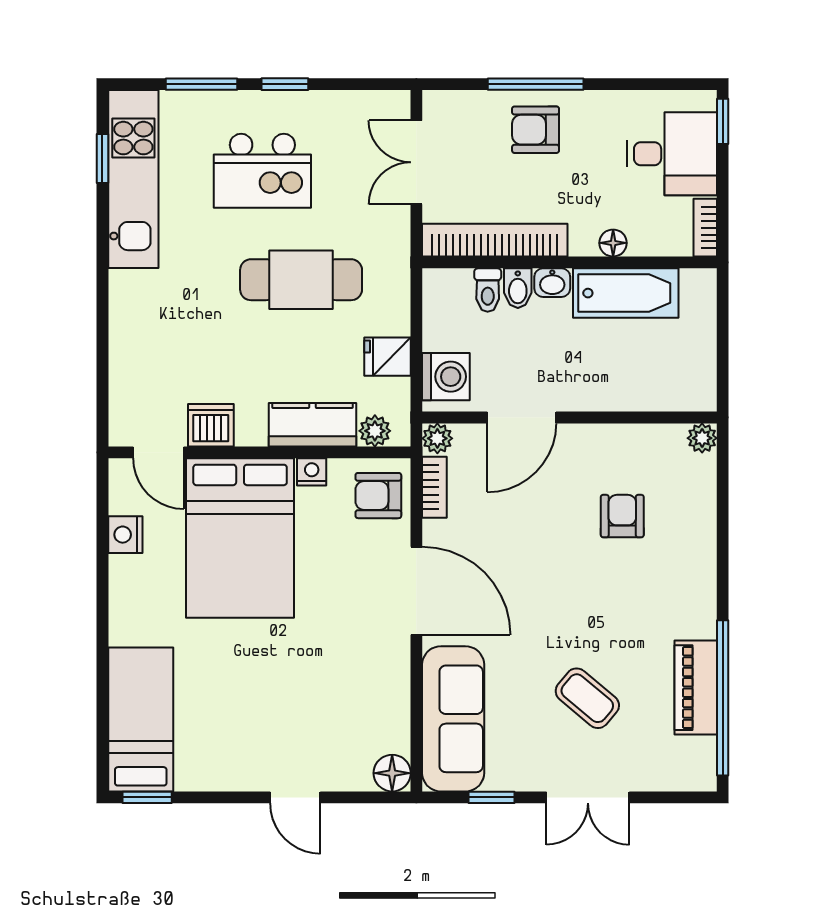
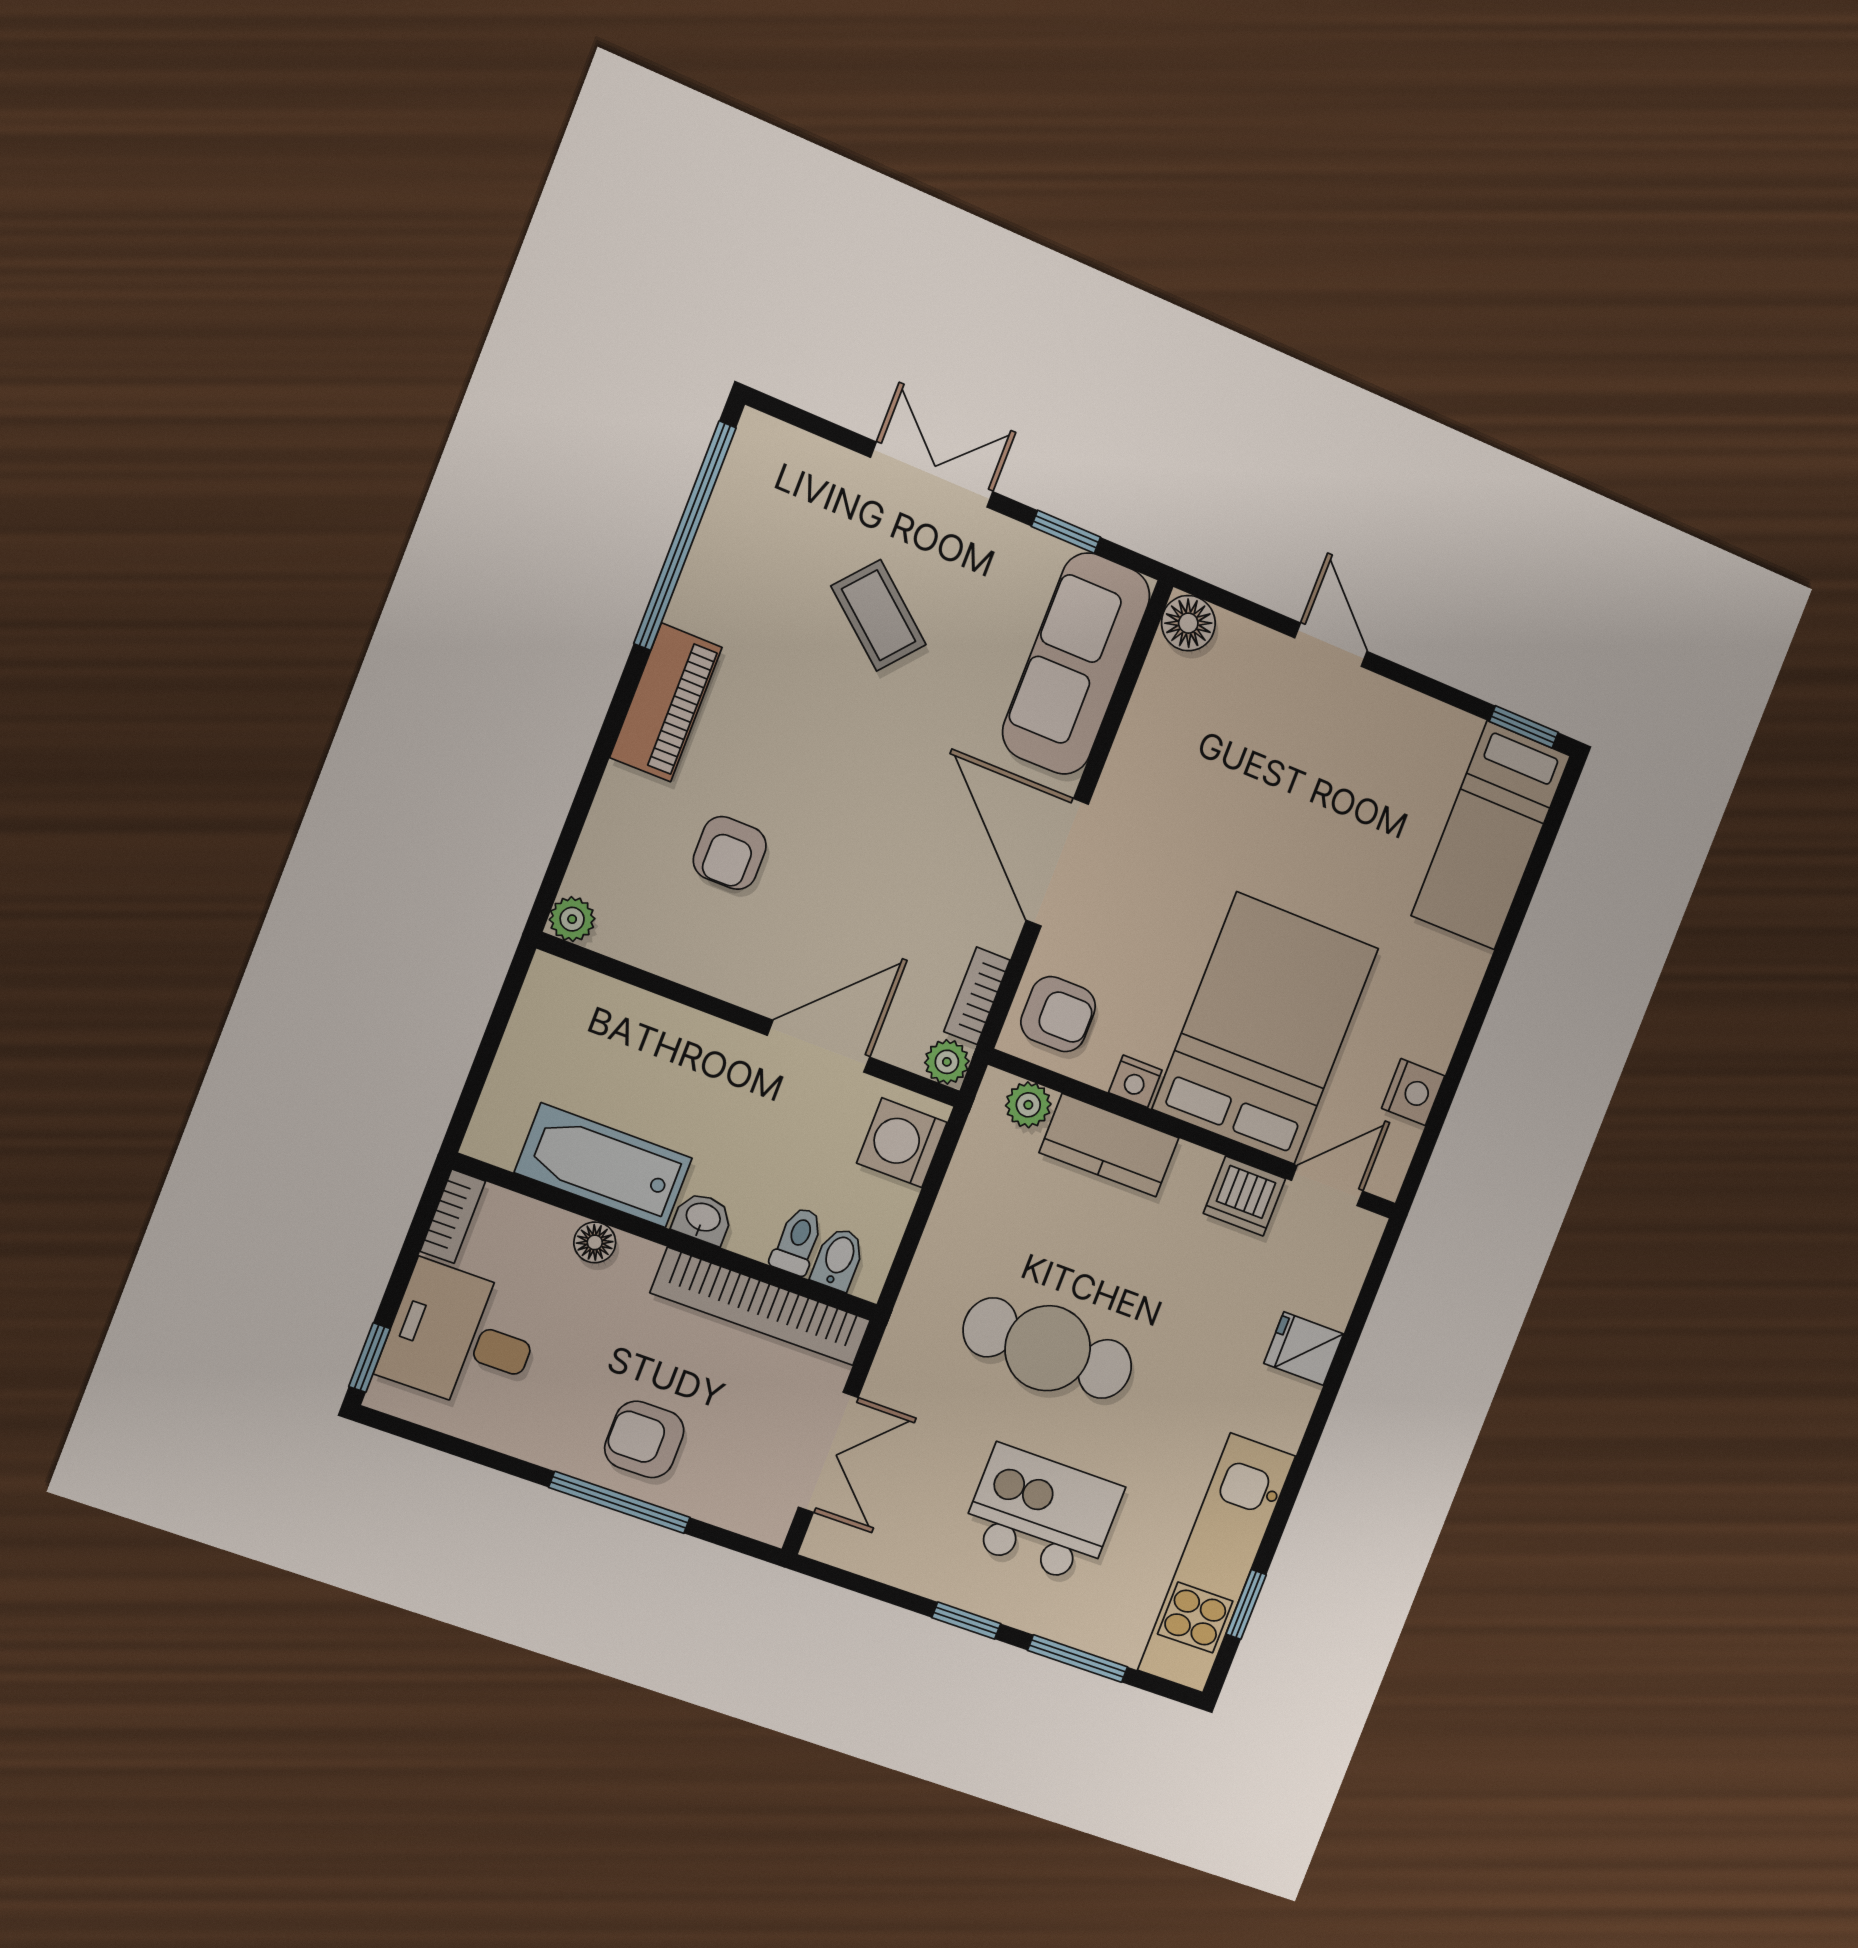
armchair: (536, 130) -> (644, 1439), turned 180
bidet: (518, 288) -> (838, 1259), moved
fridge: (388, 357) -> (1304, 1349), moved, turned 180
door: (158, 452) -> (1327, 1186), hinge flipped
piano: (696, 688) -> (666, 703), moved

